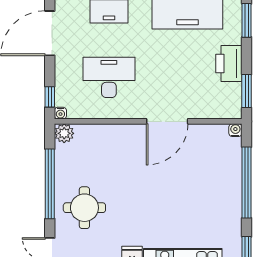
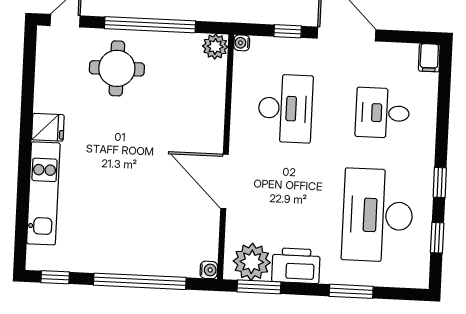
window: (50, 97) -> (288, 31), moved
plant: (228, 97) -> (252, 262), added

